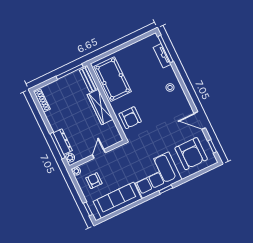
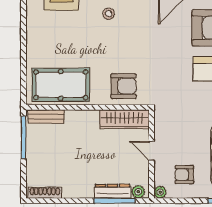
wardrobe: (100, 107) -> (124, 119), moved

